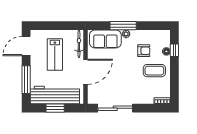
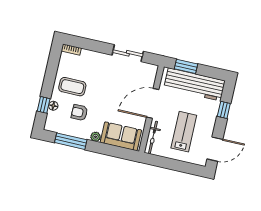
window: (123, 26) -> (71, 141), moved
window: (26, 80) -> (224, 110), width x0.46
window: (55, 108) -> (186, 66), moved
sliding door: (115, 108) -> (128, 53), width x0.73

